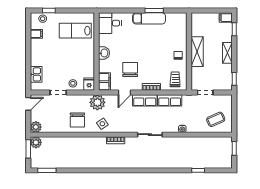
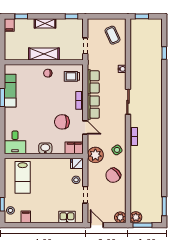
exam couch: (149, 18) -> (10, 91), moved
chair: (77, 120) -> (113, 175), turned 137

